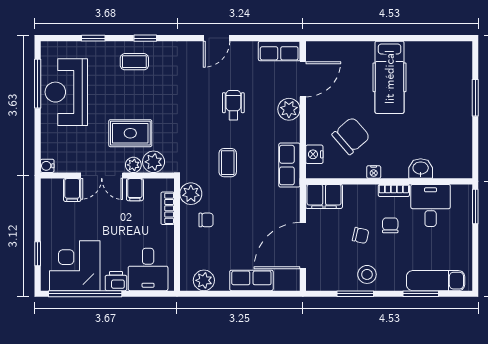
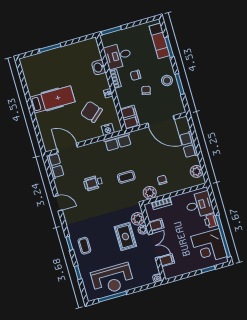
plant: (289, 109) -> (86, 151), removed

